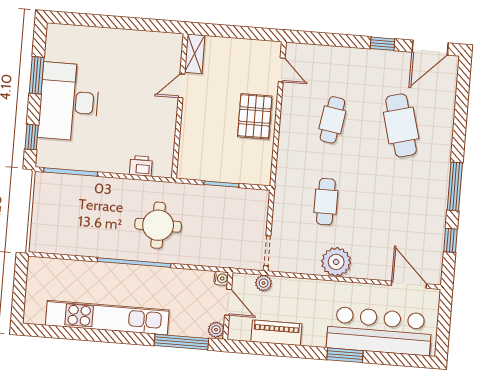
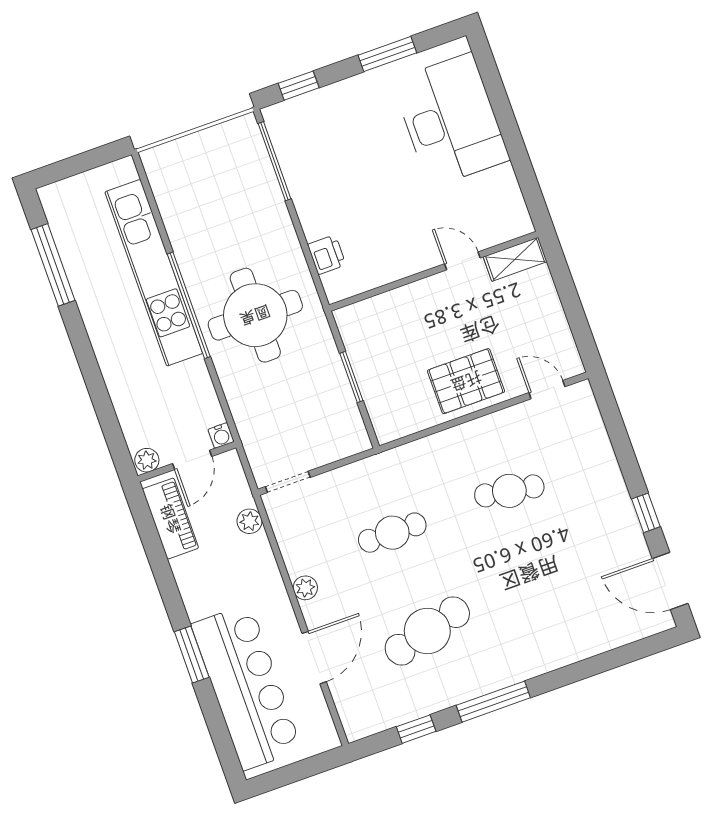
door: (282, 70) -> (547, 390), swing flipped
desk: (69, 102) -> (451, 120), moved, turned 90
cafe table: (401, 125) -> (427, 631), moved
round table: (158, 225) -> (255, 315), width x1.36, depth x1.36
plant: (336, 262) -> (305, 588), width x0.53, depth x0.53
plant: (264, 283) -> (249, 521), moved
door: (409, 285) -> (314, 658), moved
kitchen unit: (107, 318) -> (154, 273), moved, turned 180
piano: (276, 333) -> (170, 519), moved
window: (181, 342) -> (53, 265), moved

